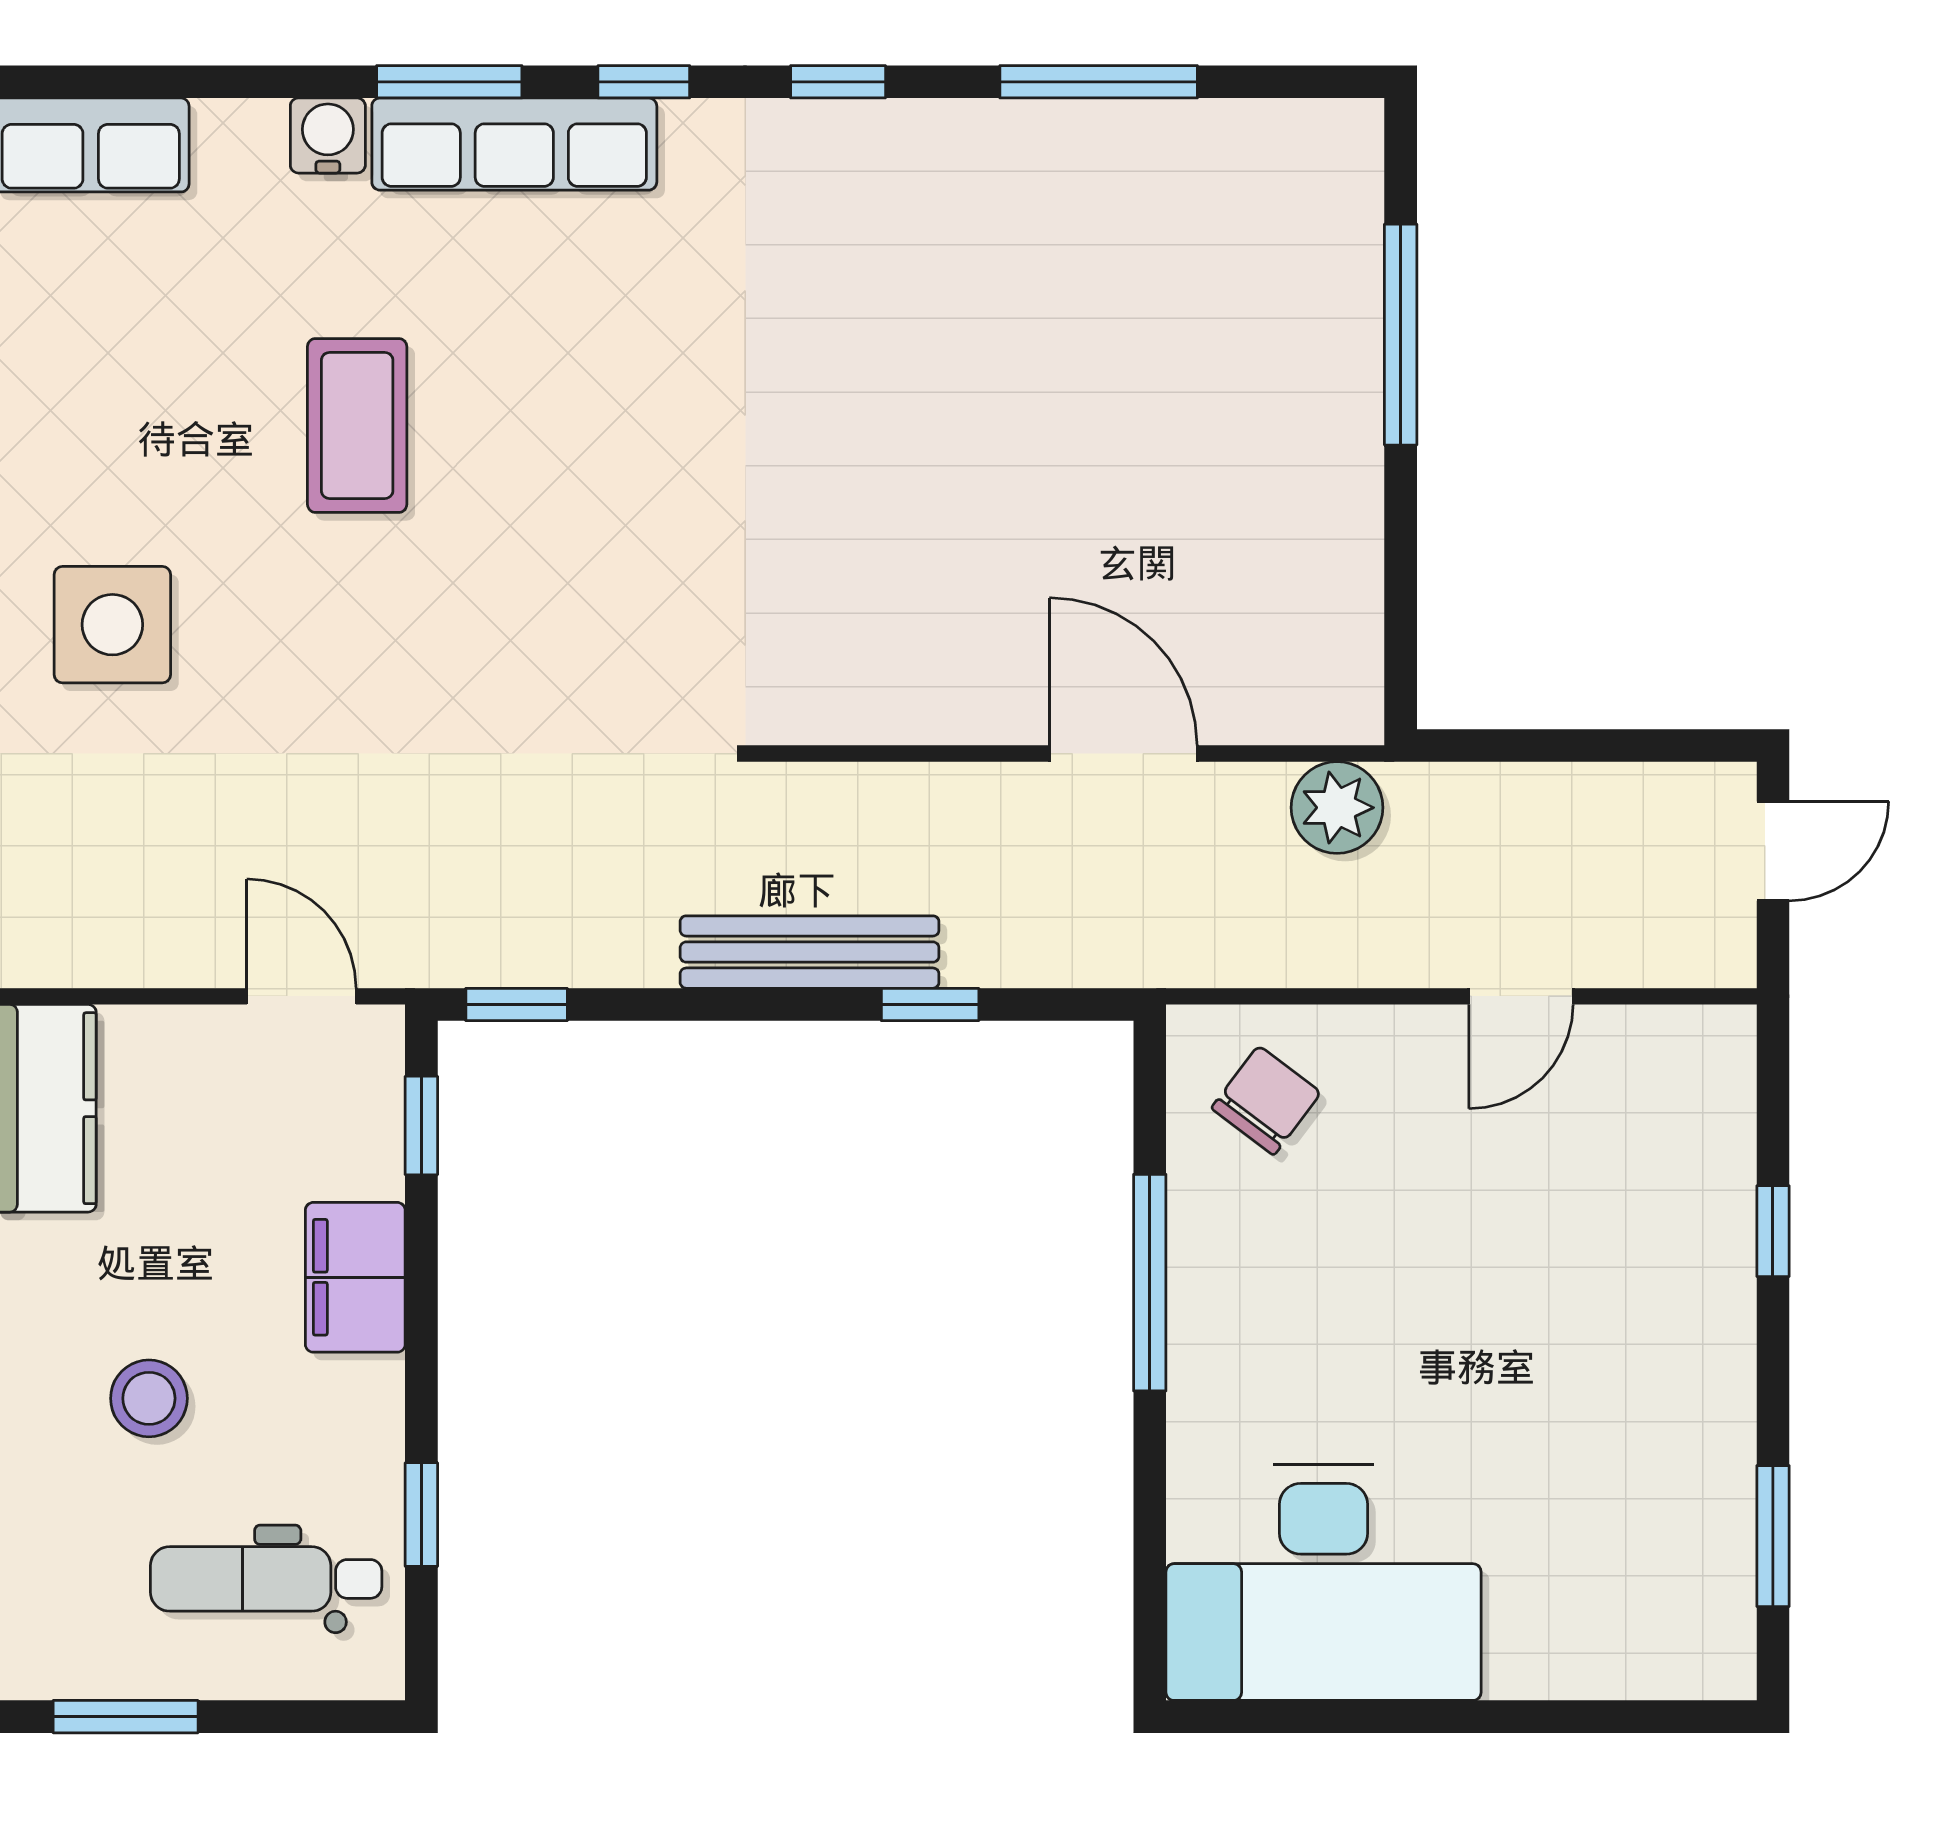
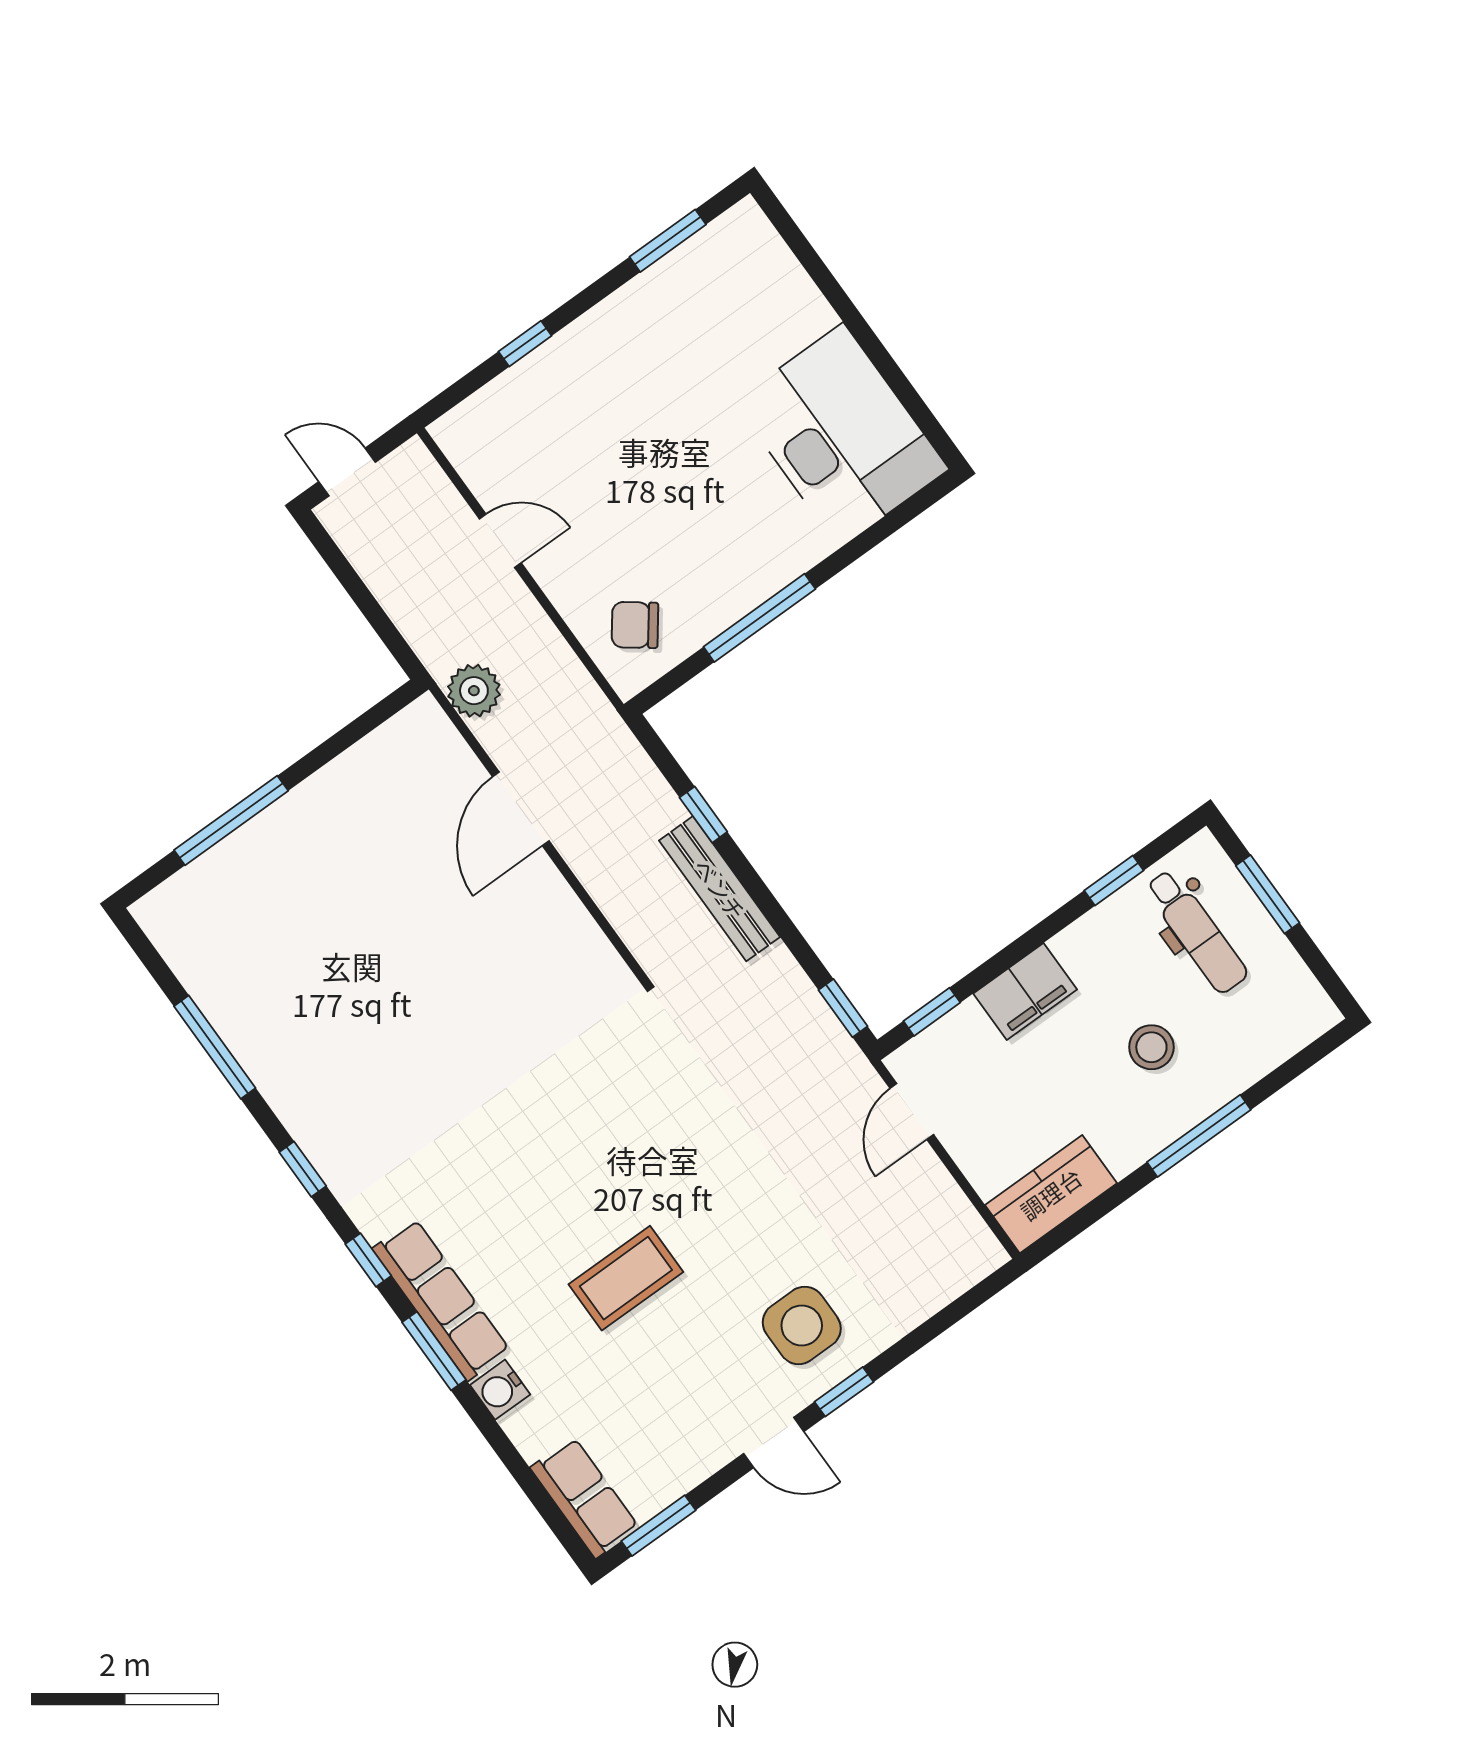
window: (126, 1717) -> (1268, 894), moved

